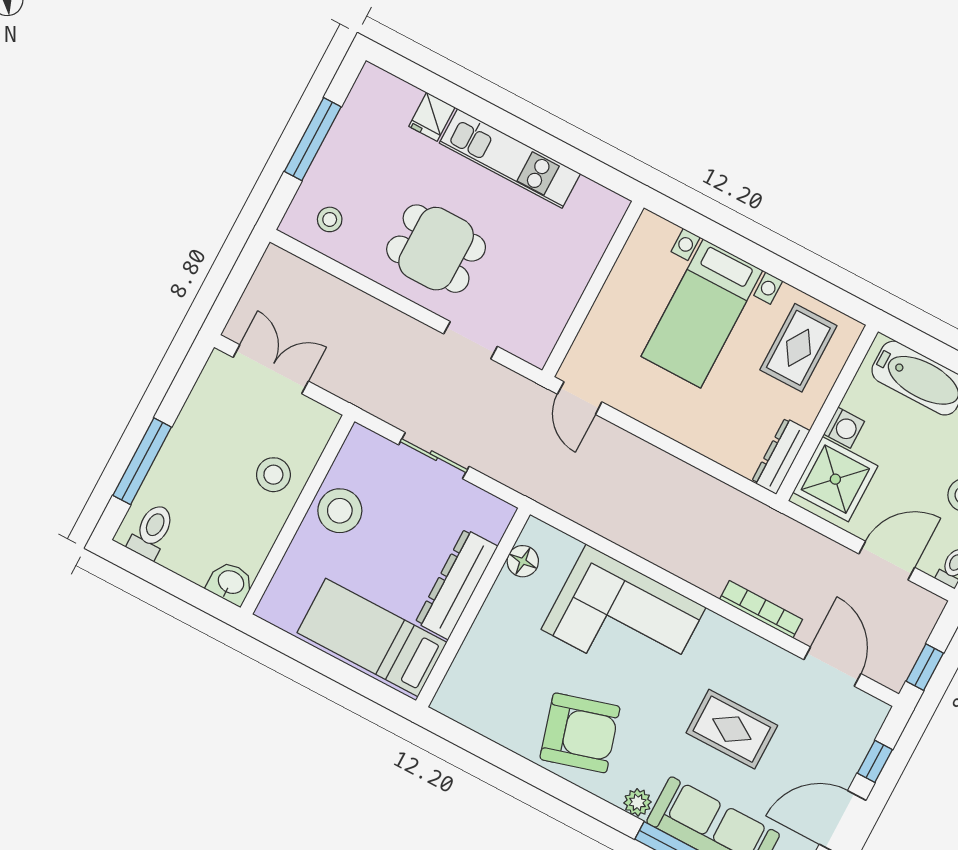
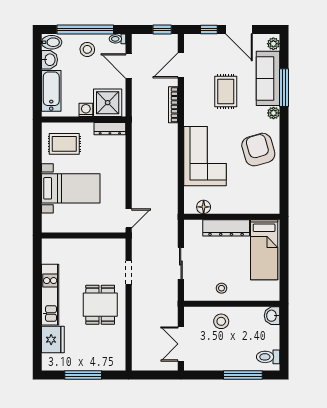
fridge: (432, 117) -> (53, 340), width x1.88, depth x1.34
stool: (330, 219) -> (111, 352), removed
stool: (340, 511) -> (222, 288), width x0.53, depth x0.53

